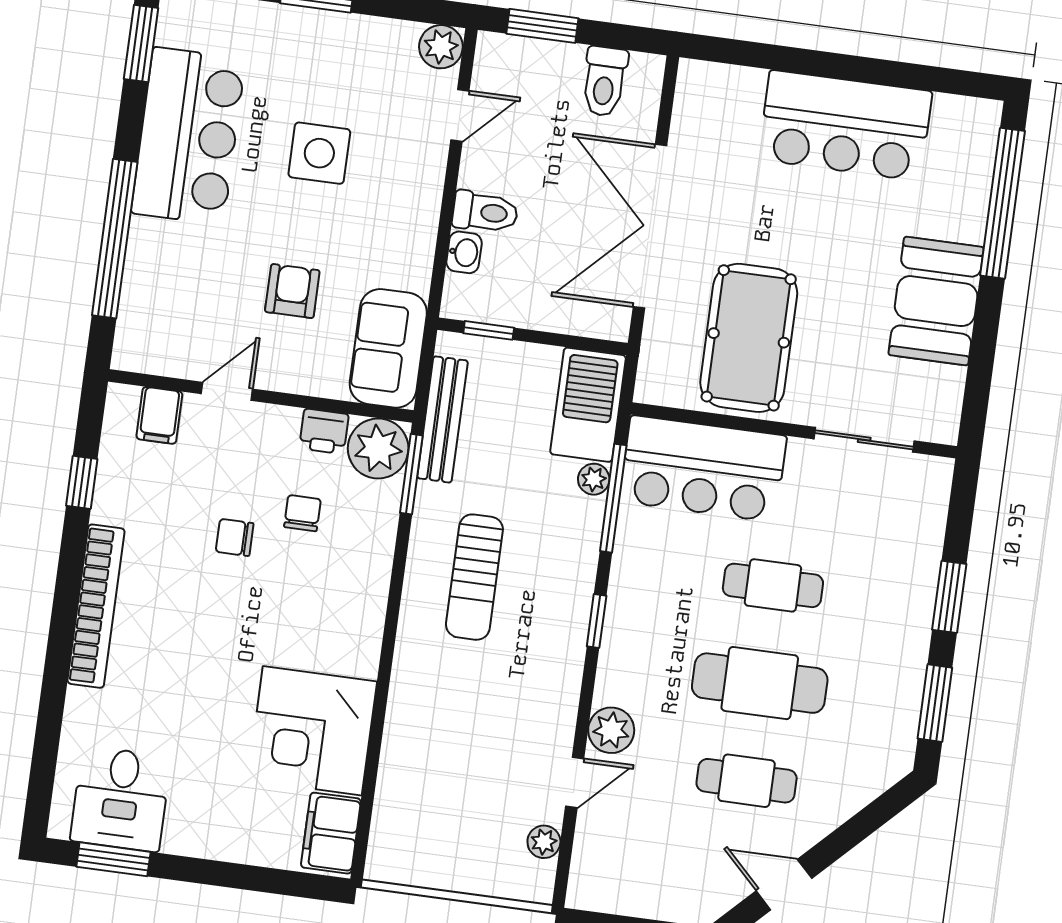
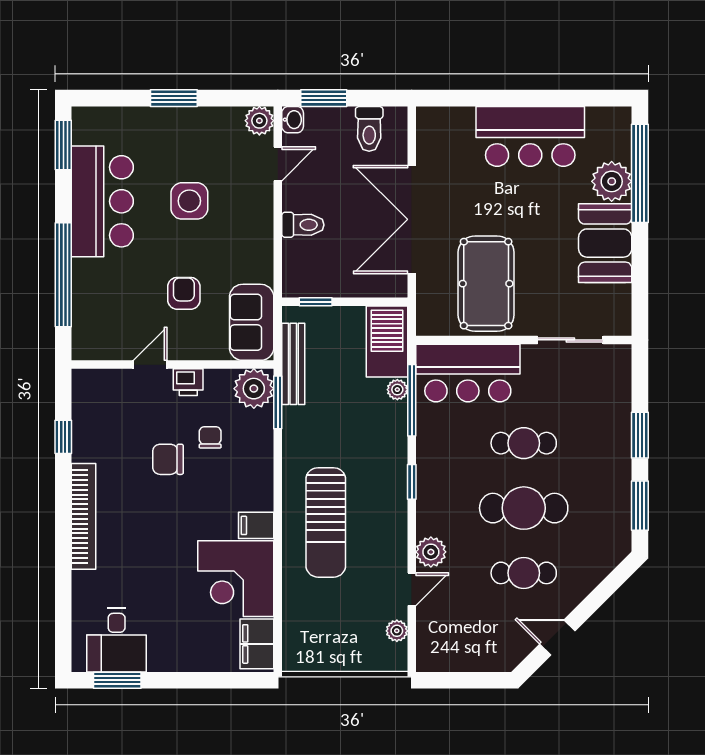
plant: (958, 210) -> (612, 181), added
washbasin: (464, 252) -> (293, 120), moved
filing cabinet: (159, 415) -> (256, 525), moved, turned 90
printer: (324, 431) -> (188, 382), moved
chair: (235, 537) -> (168, 459), width x1.37, depth x1.37
sun lounger: (474, 577) -> (326, 522), moved, width x1.36, depth x1.34

